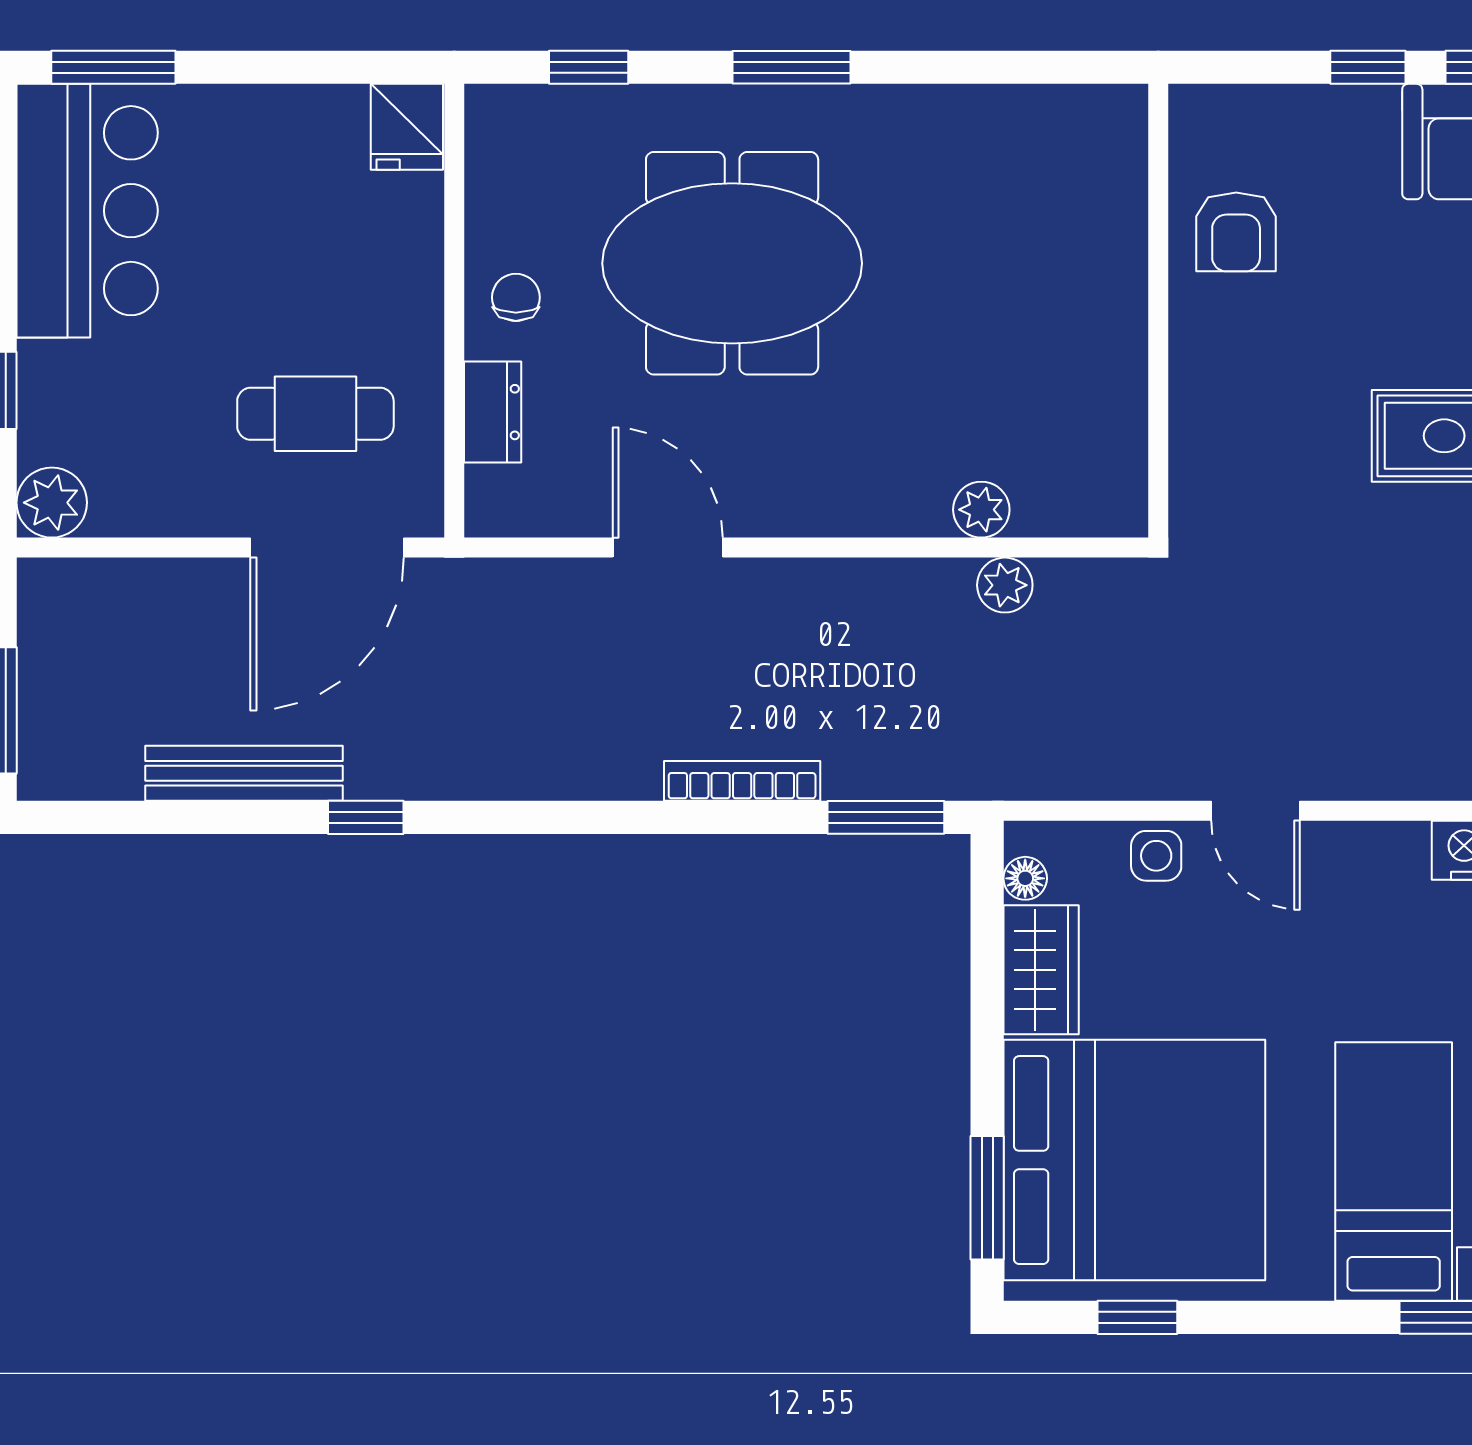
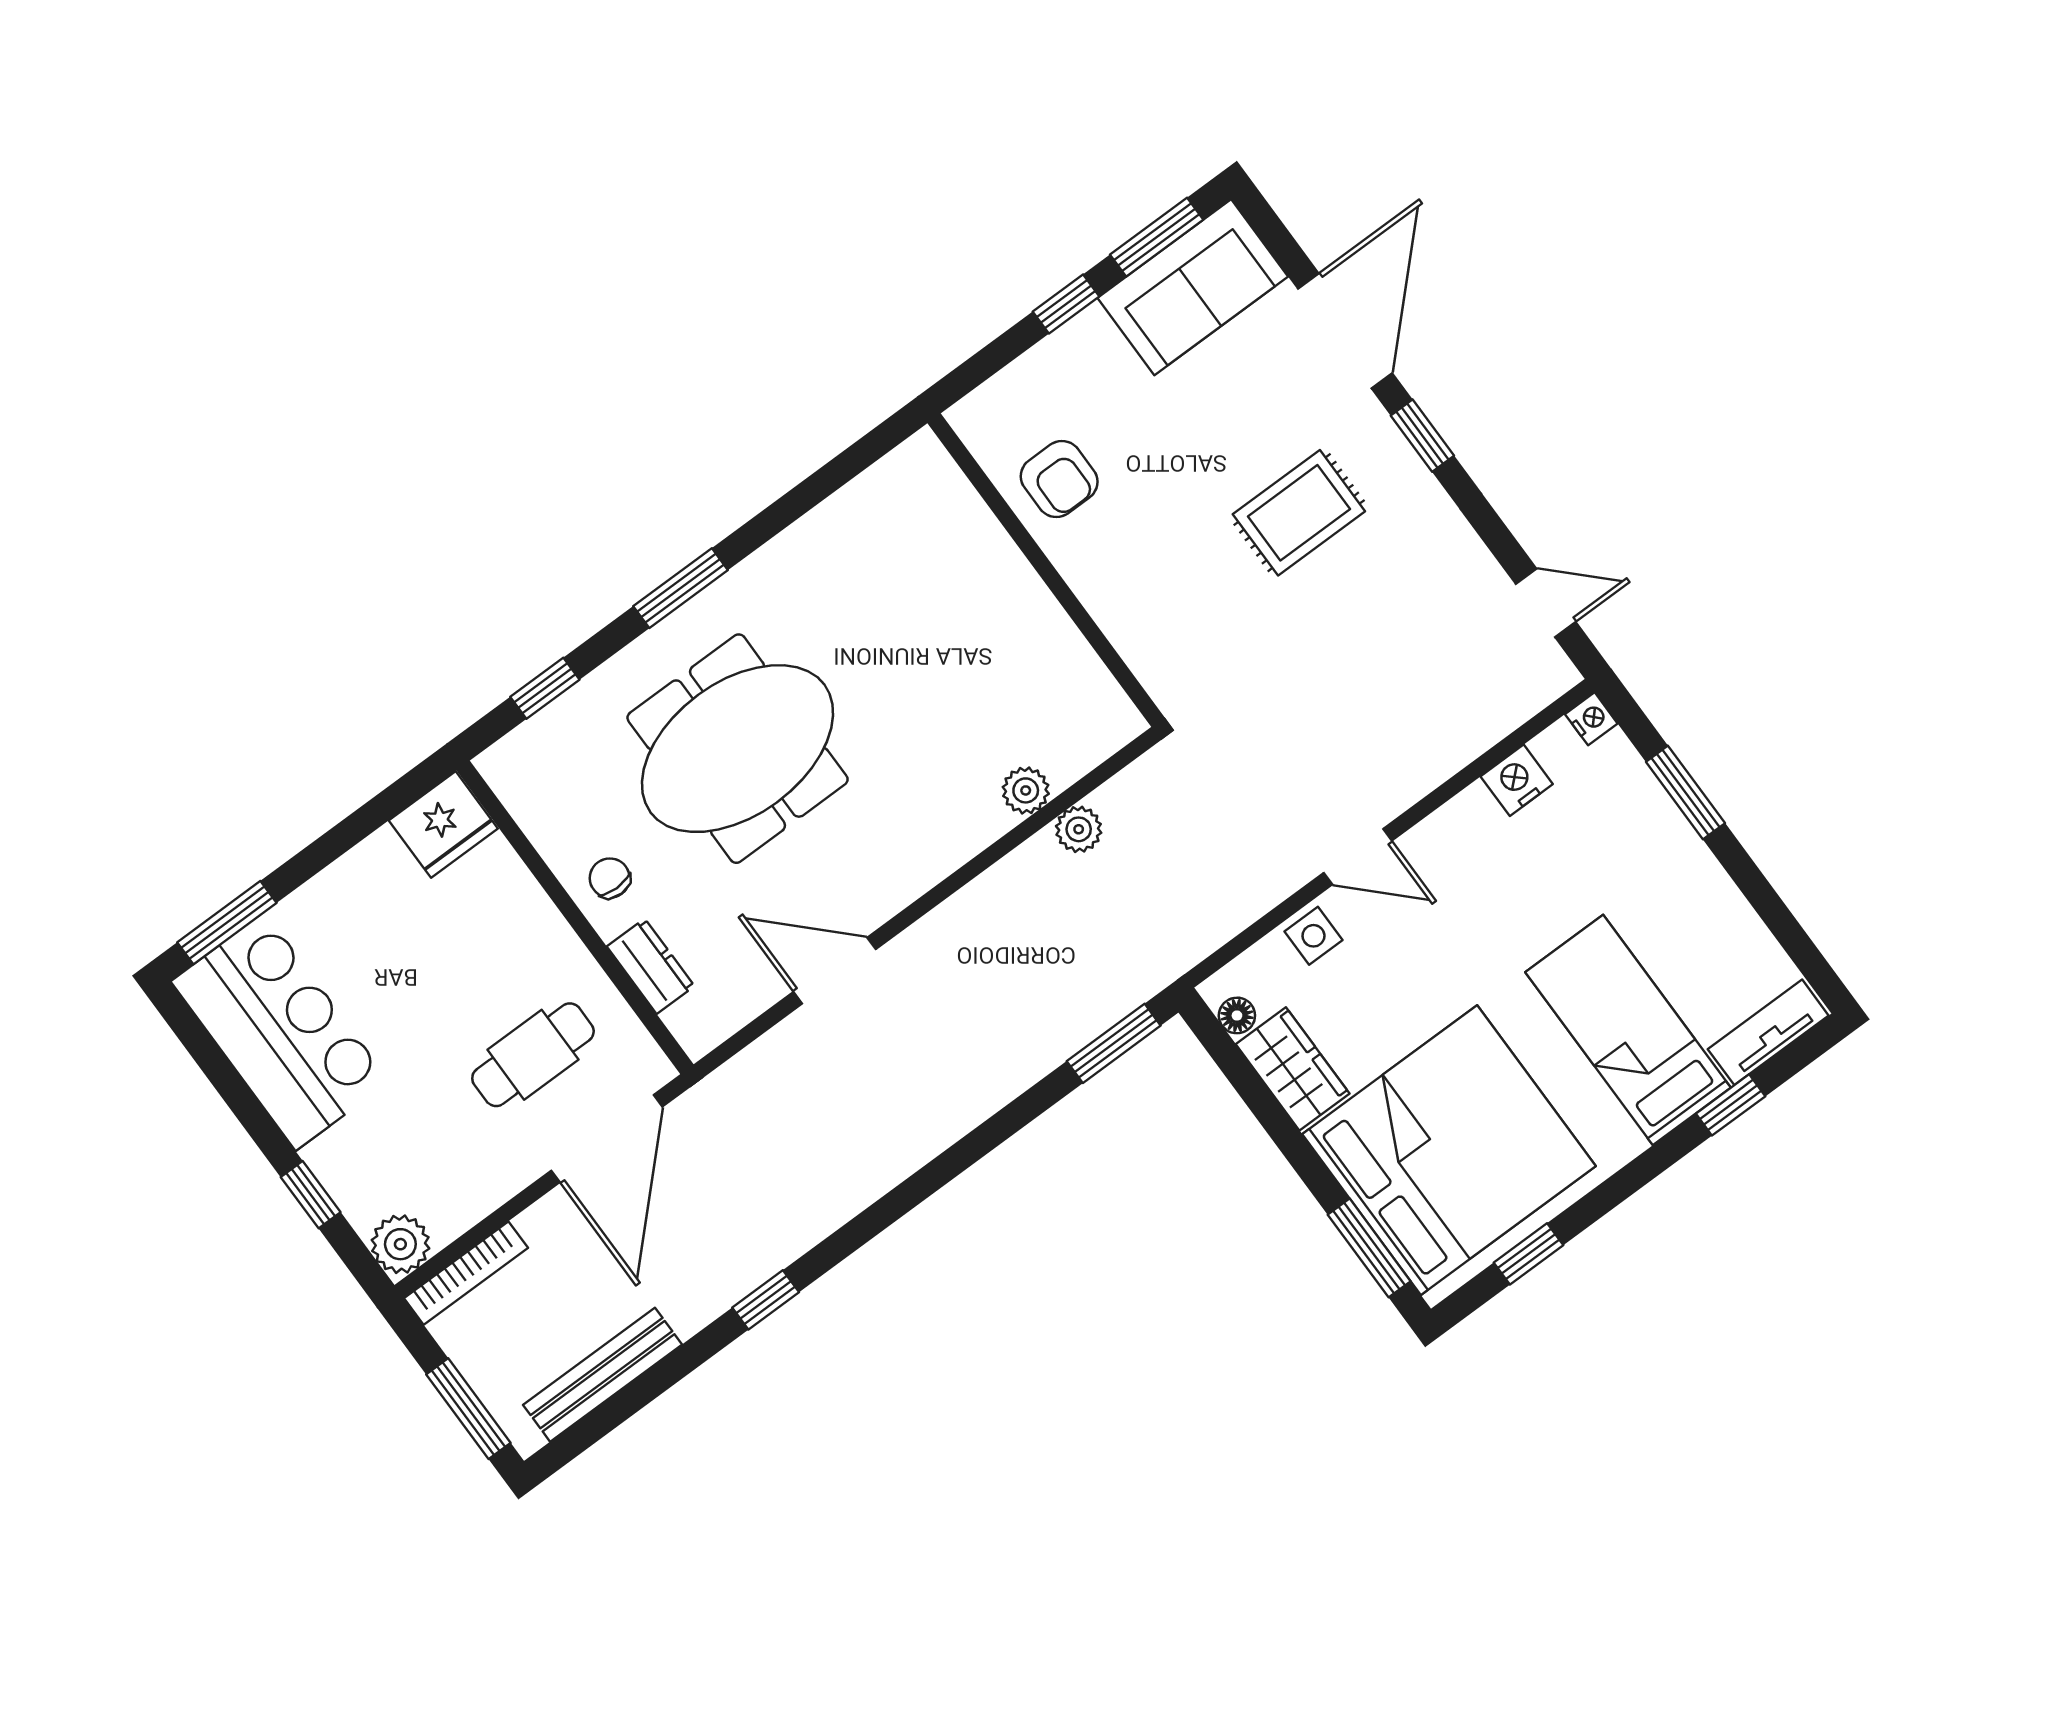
fridge: (407, 127) -> (443, 824), width x1.38
bench: (244, 773) -> (603, 1375), moved
bookcase: (742, 781) -> (466, 1273), moved, turned 180

